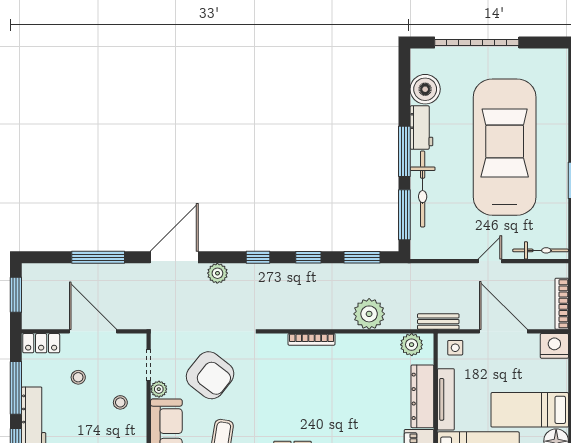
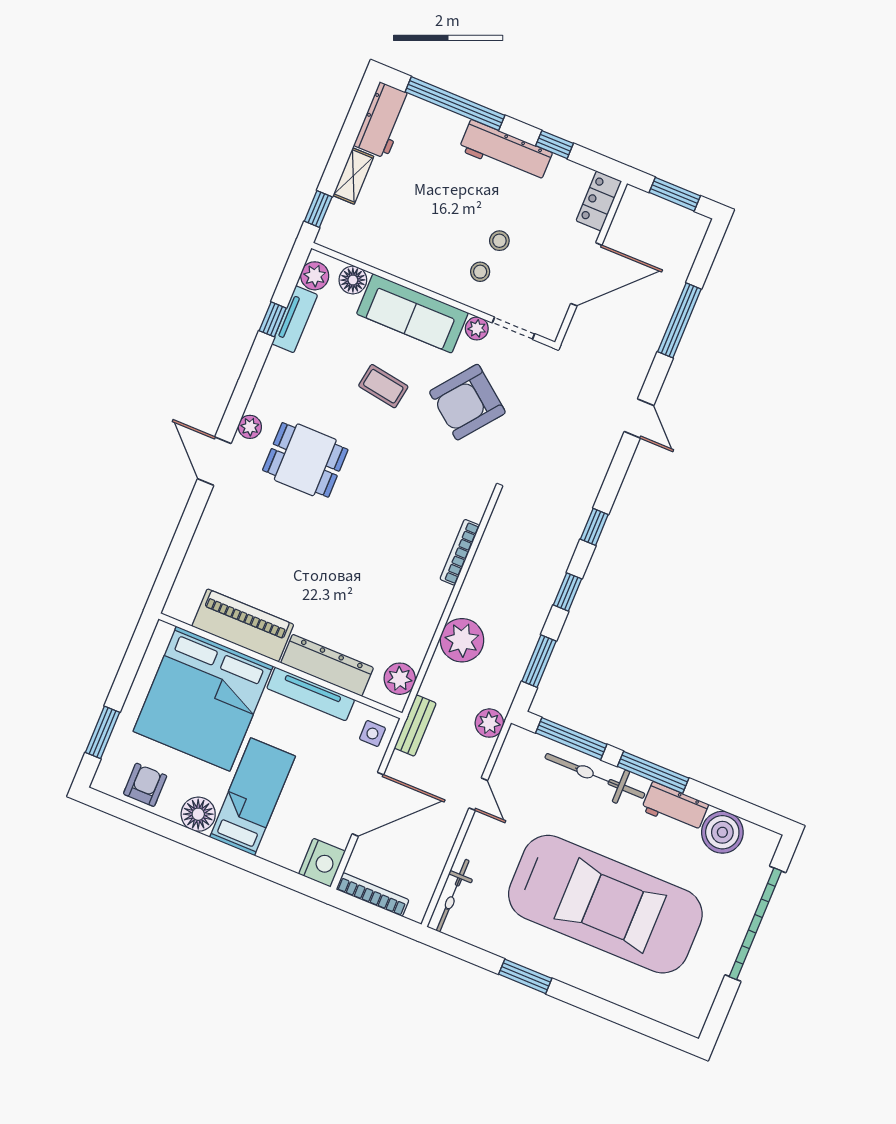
door: (174, 257) -> (639, 419), width x0.53
door: (490, 261) -> (478, 794), moved
plant: (217, 273) -> (489, 723), moved
stool: (78, 377) -> (499, 241), moved
window: (16, 388) -> (554, 145), width x0.46

